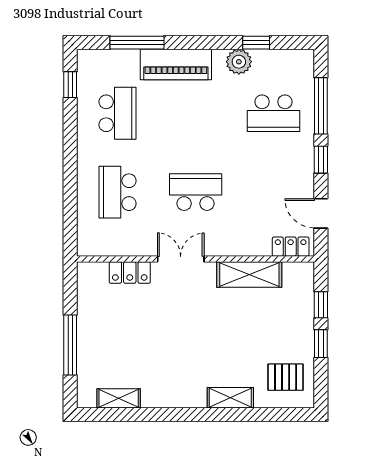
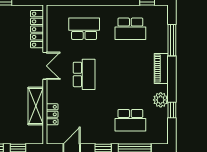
piano: (176, 64) -> (161, 68), width x0.73, depth x0.75
school desk: (274, 113) -> (130, 120), turned -90
locker: (291, 247) -> (52, 114), moved
locker: (130, 272) -> (37, 29), width x1.53

